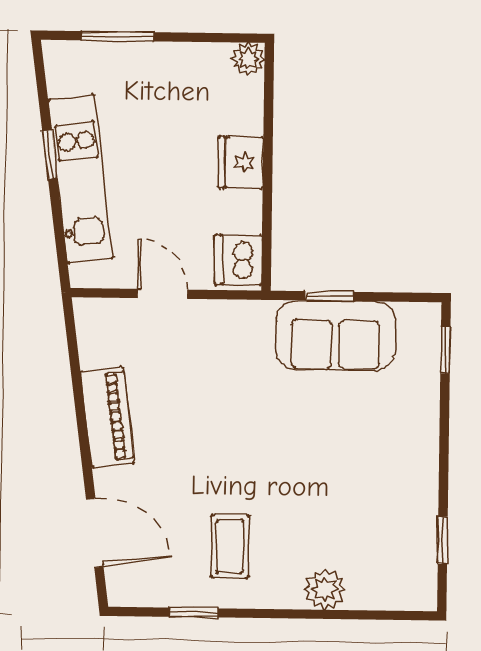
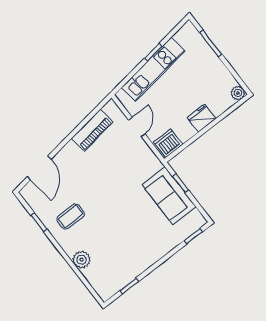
piano: (107, 417) -> (92, 130), moved

